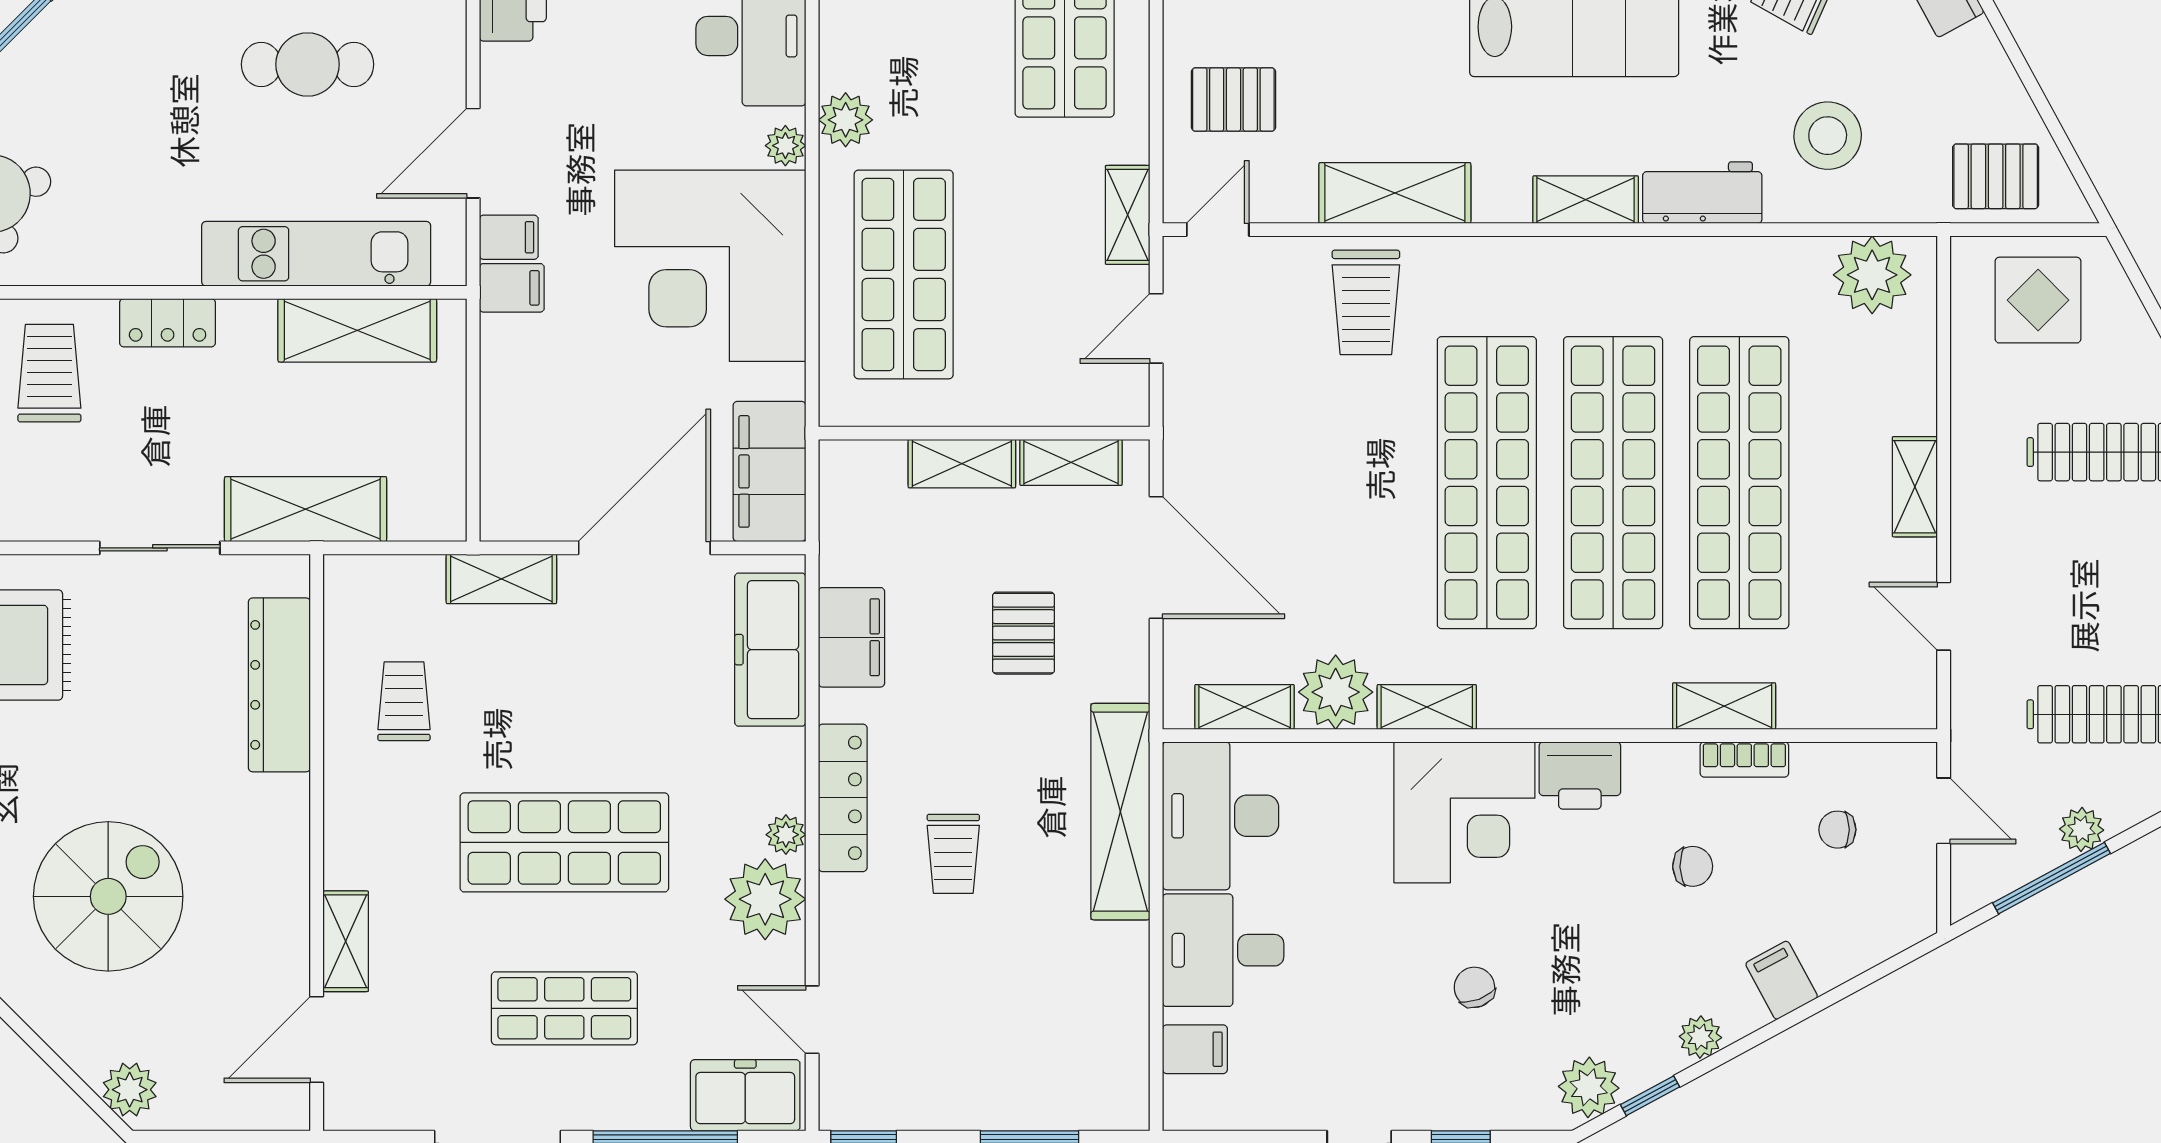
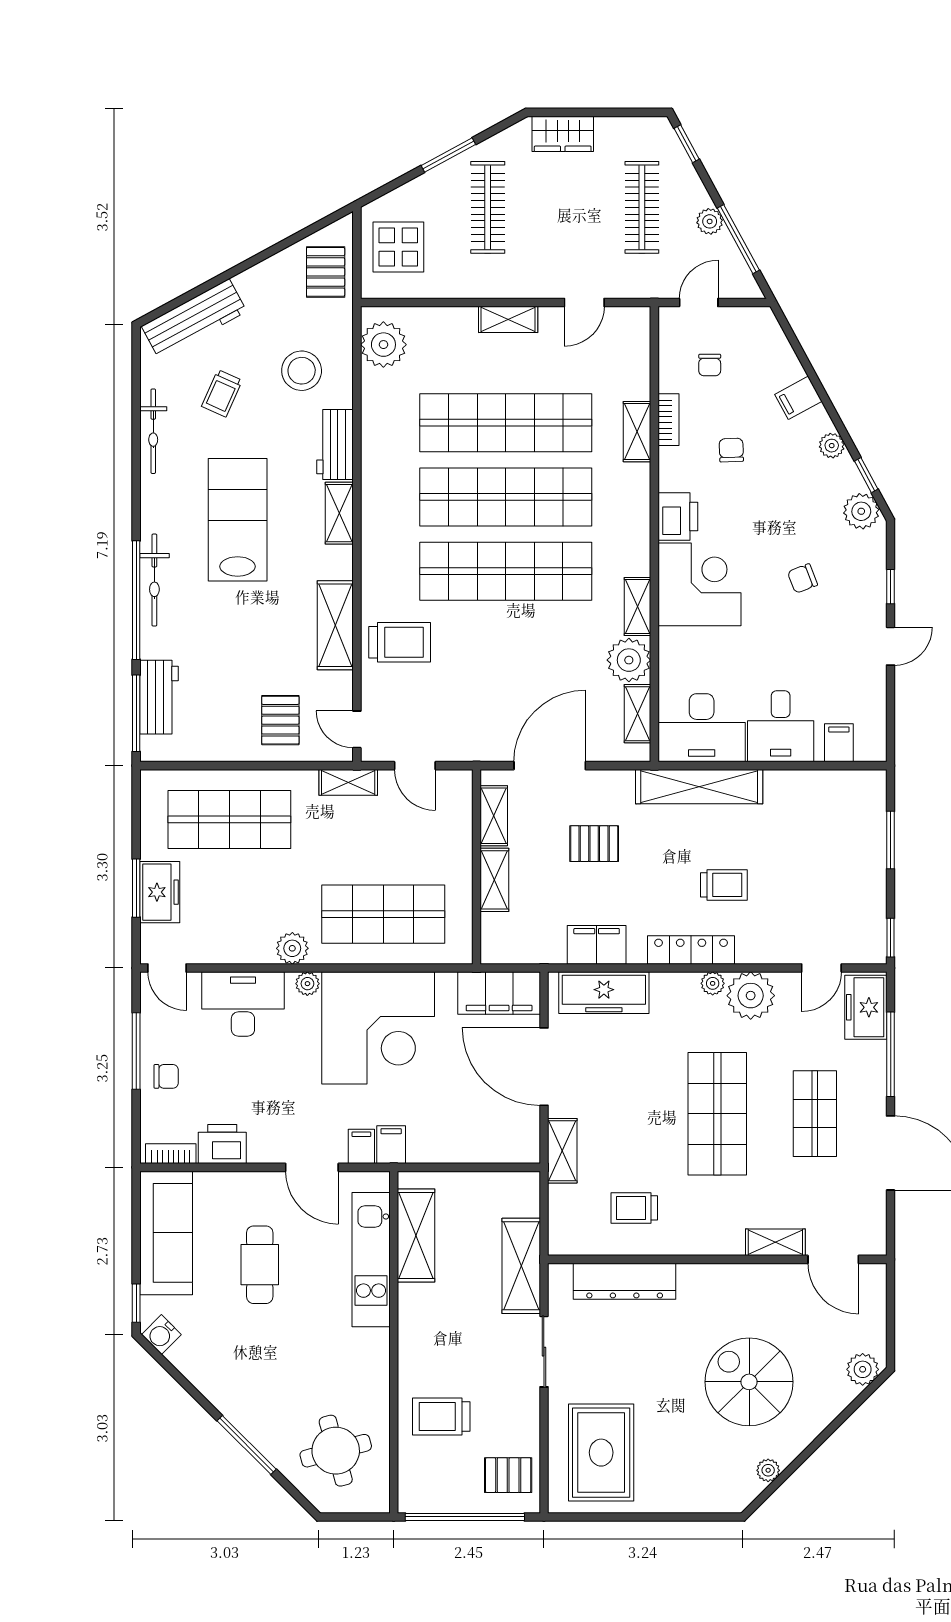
locker: (168, 323) -> (412, 1347), removed

